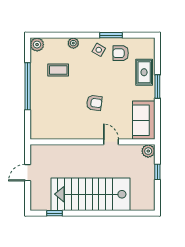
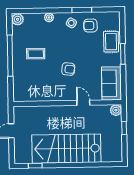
coffee table: (58, 70) -> (36, 54), moved

